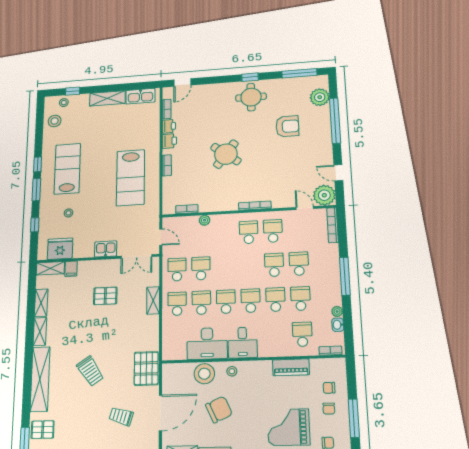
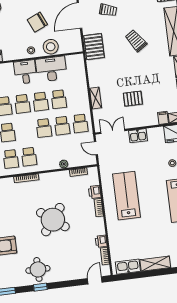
printer: (169, 141) -> (95, 192), moved
round table: (226, 154) -> (53, 220), width x1.36, depth x1.36
school desk: (177, 304) -> (44, 128), moved

